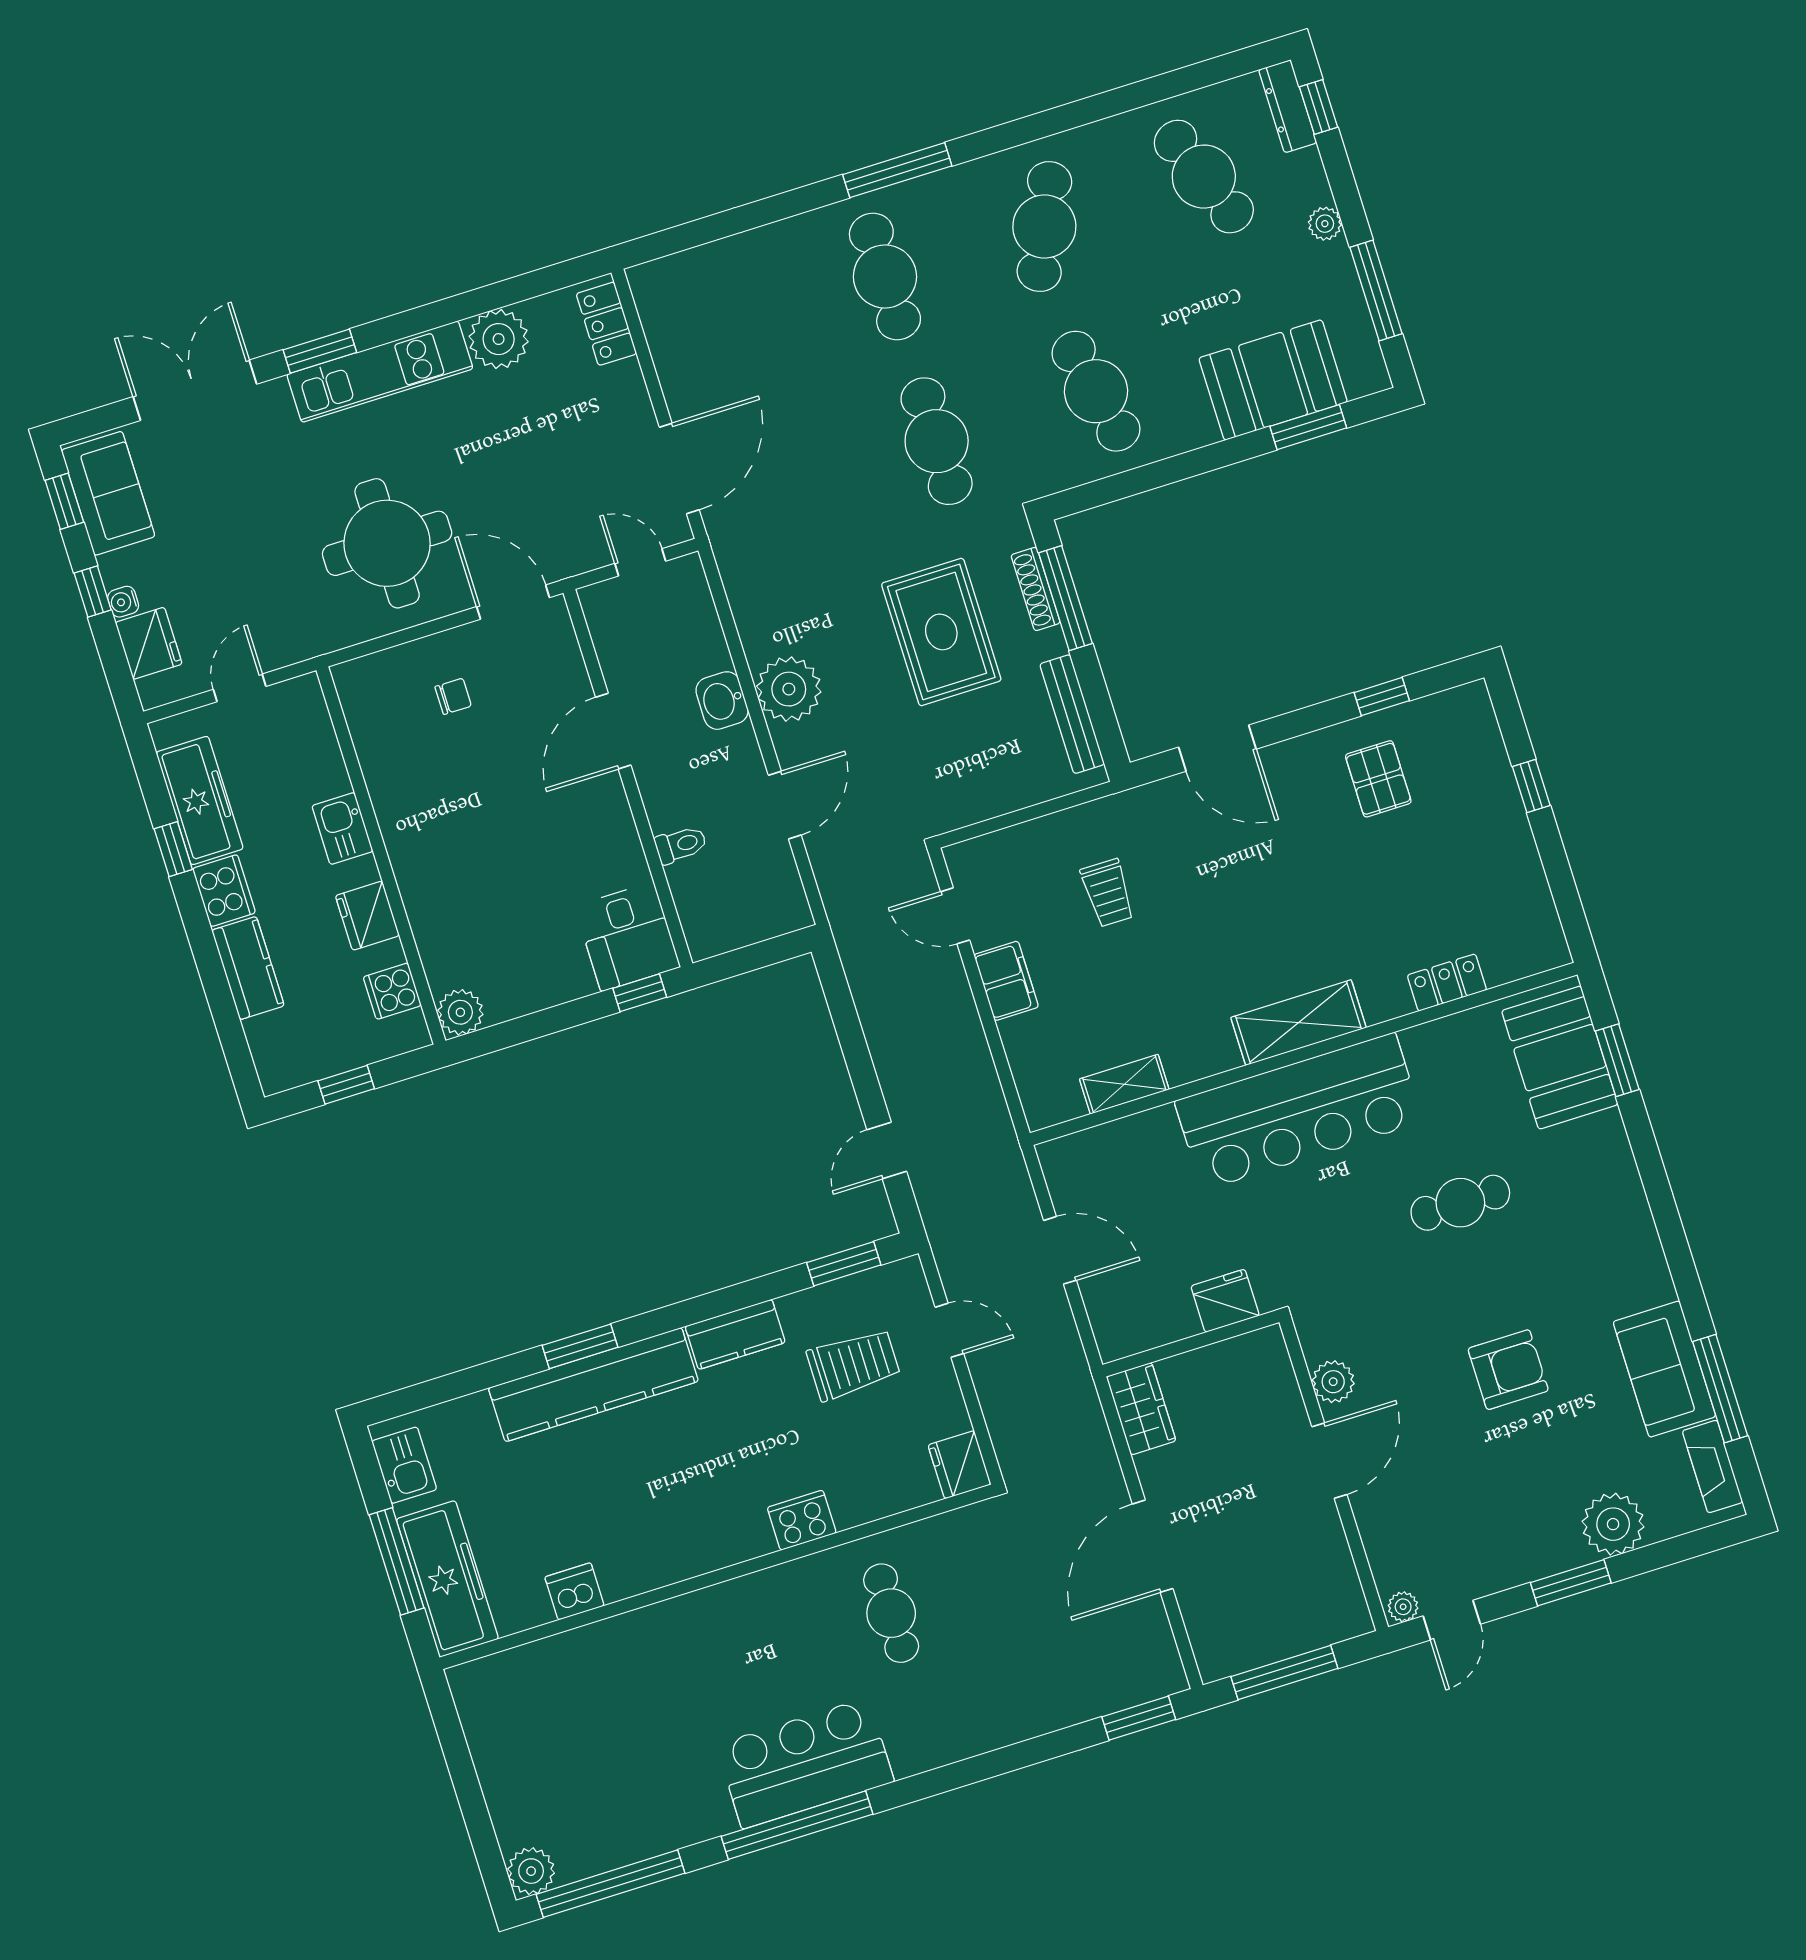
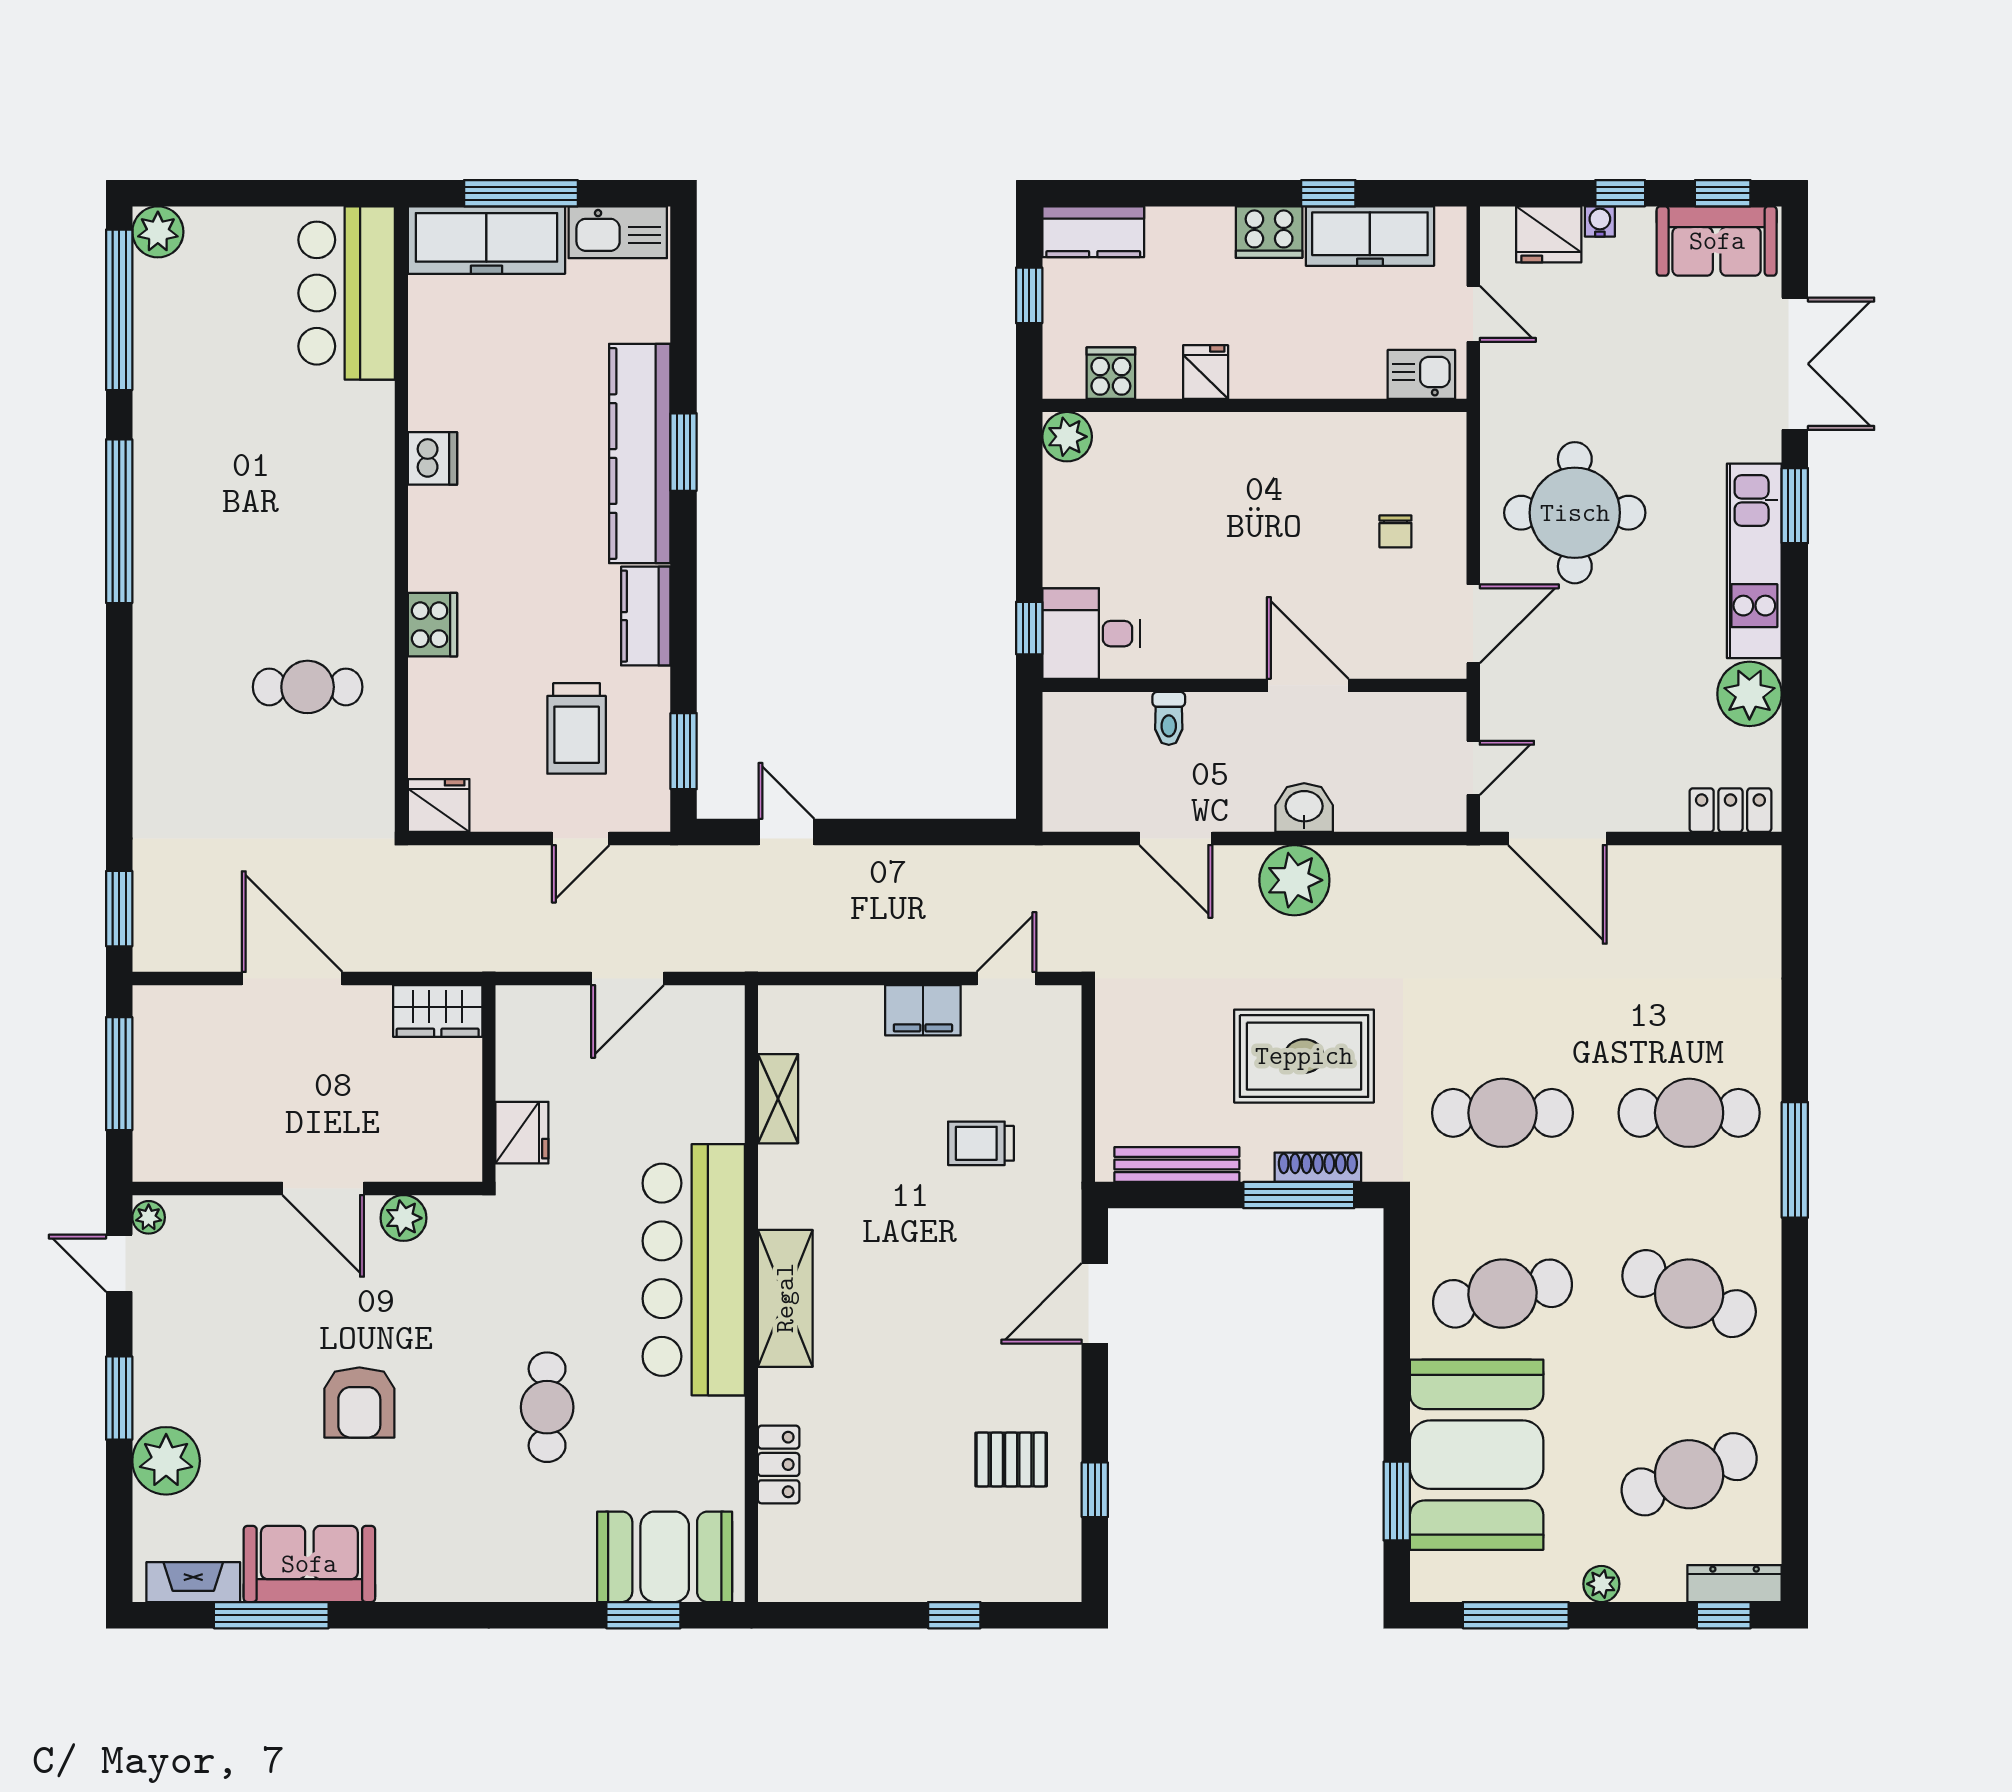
booth: (1273, 380) -> (1477, 1455), width x1.36, depth x1.42
kitchen sink: (342, 829) -> (1421, 374), moved
fridge: (367, 916) -> (1206, 372), width x0.72
kitchen counter: (248, 968) -> (1093, 232), moved
kitchen sink: (404, 1465) -> (618, 232), width x1.38
dishwasher: (574, 1591) -> (432, 458), moved
bar counter: (805, 1763) -> (347, 293), moved, turned 180

